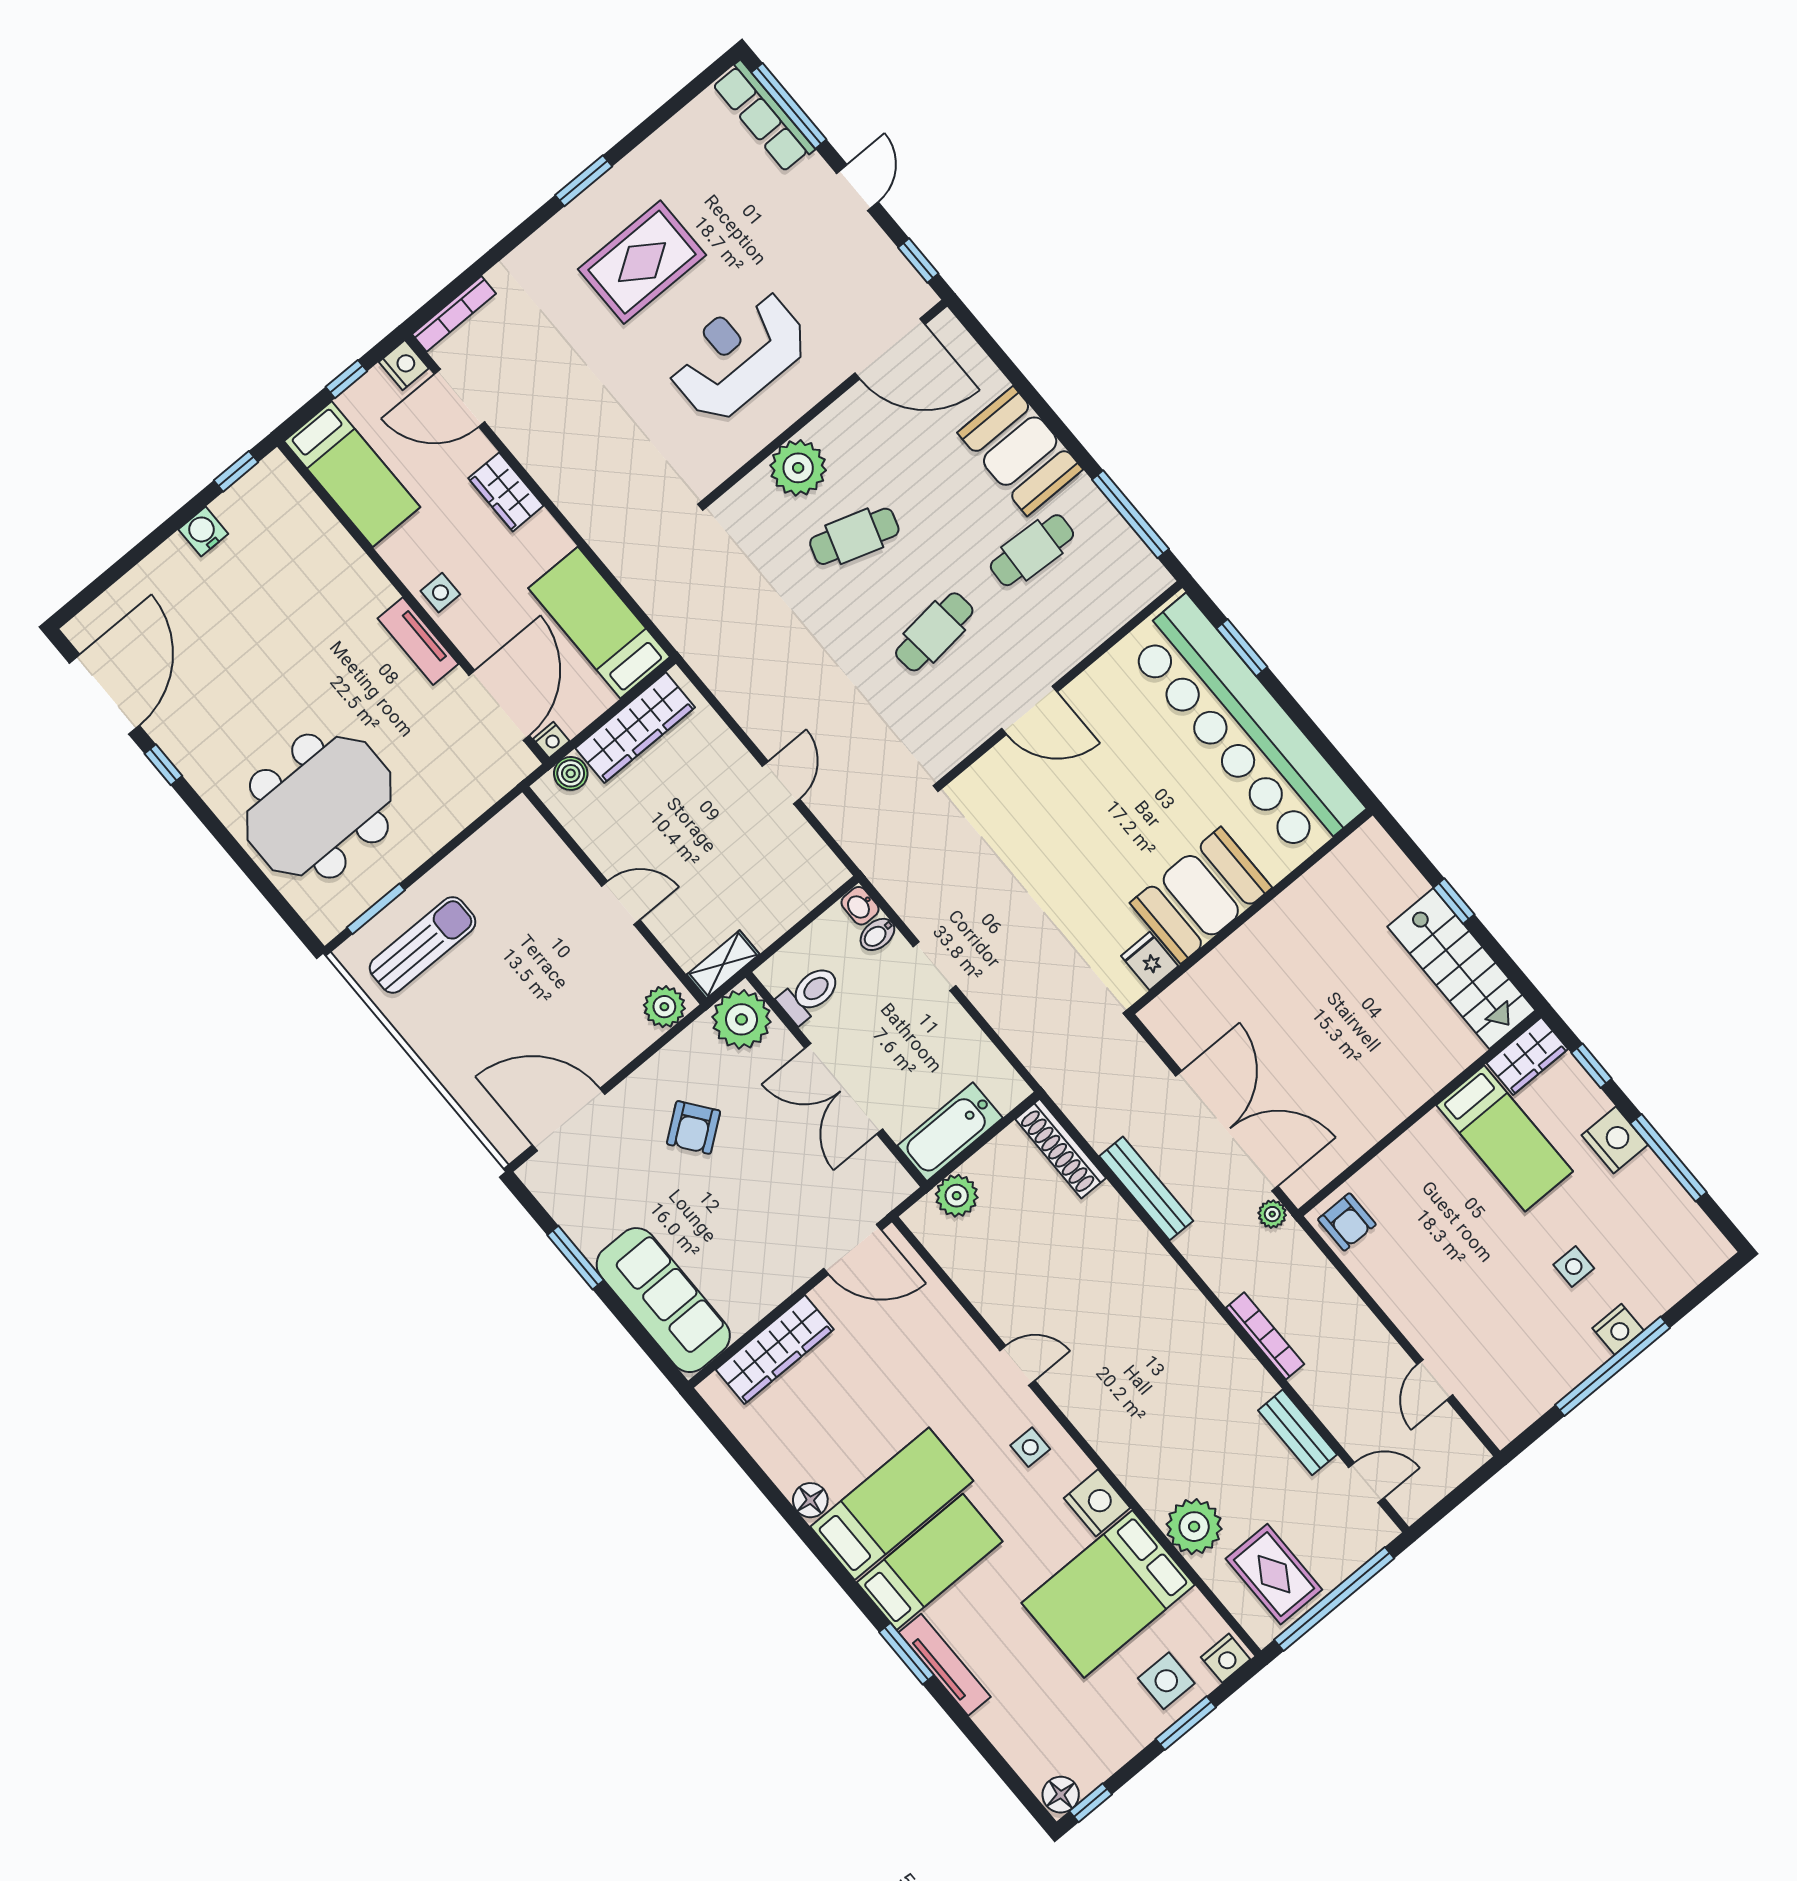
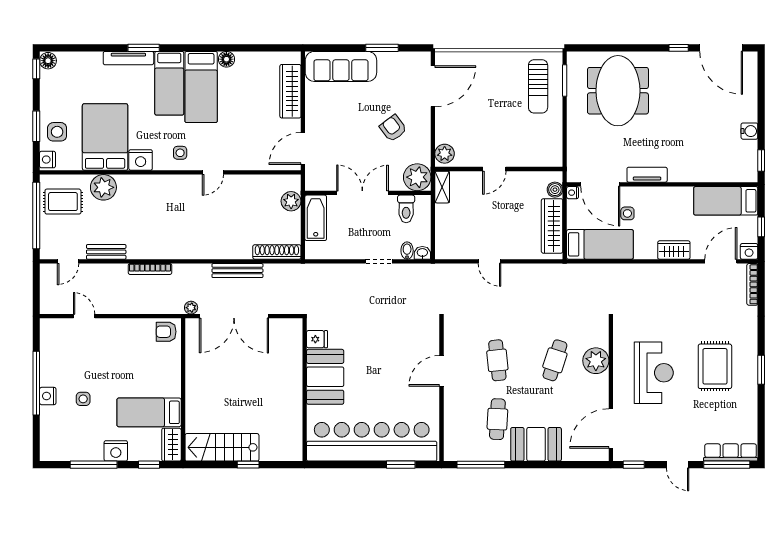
side table: (440, 593) -> (627, 213), moved

